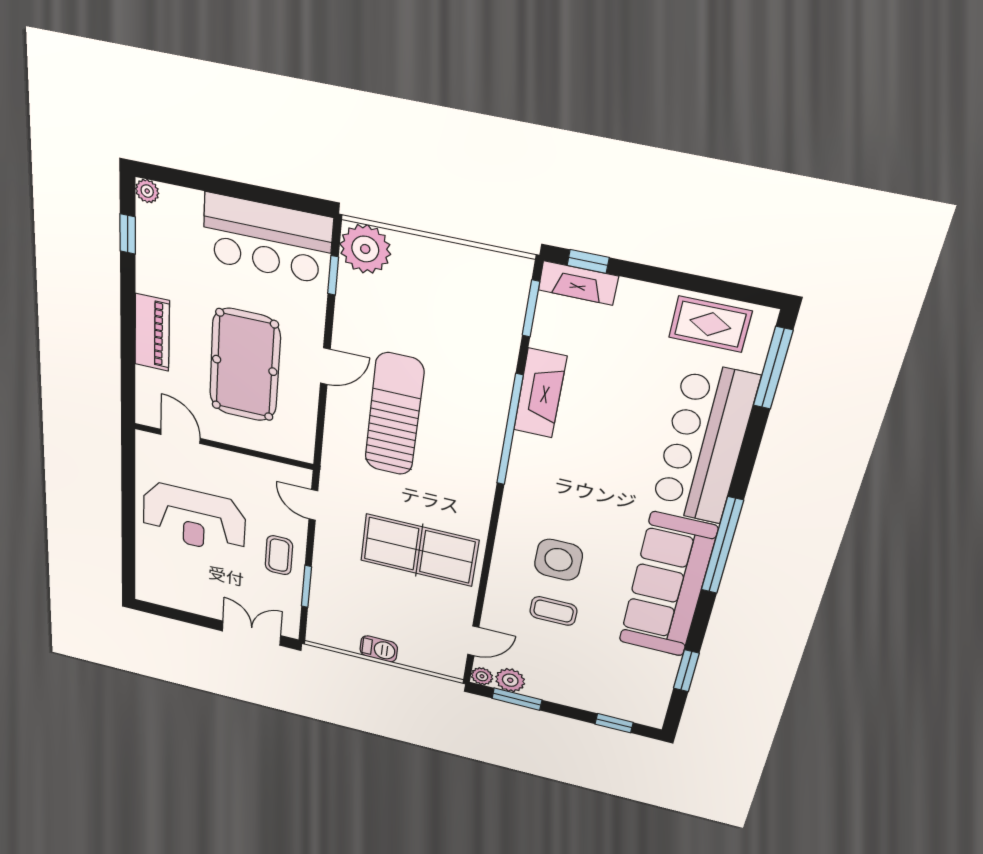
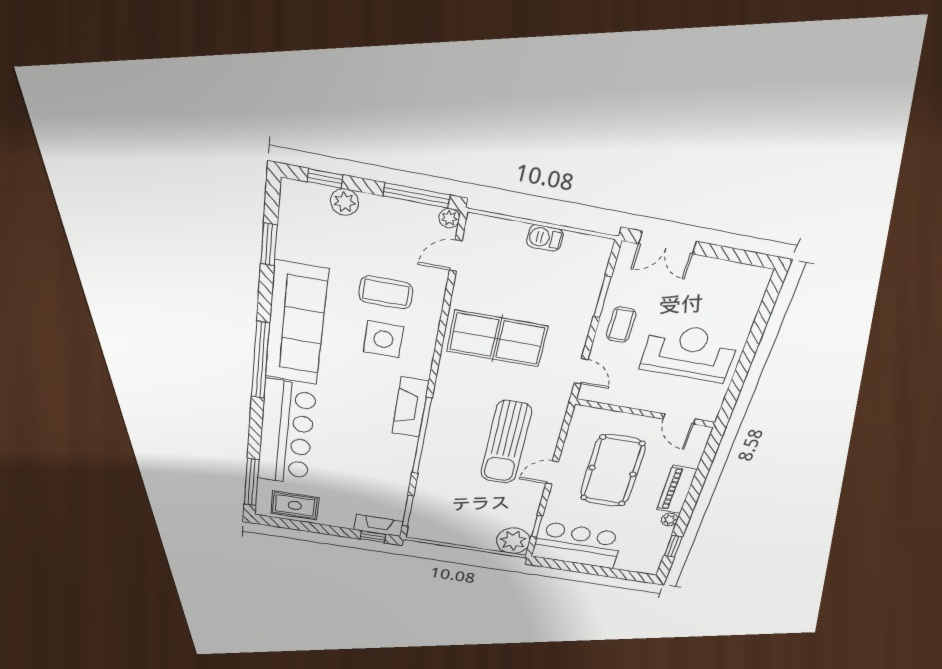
plant: (147, 191) -> (670, 520), moved
fireplace: (540, 393) -> (410, 407), moved
coffee table: (553, 611) -> (386, 292), width x1.36, depth x1.30
plant: (510, 680) -> (345, 202), moved
window: (517, 699) -> (417, 196), width x1.44

